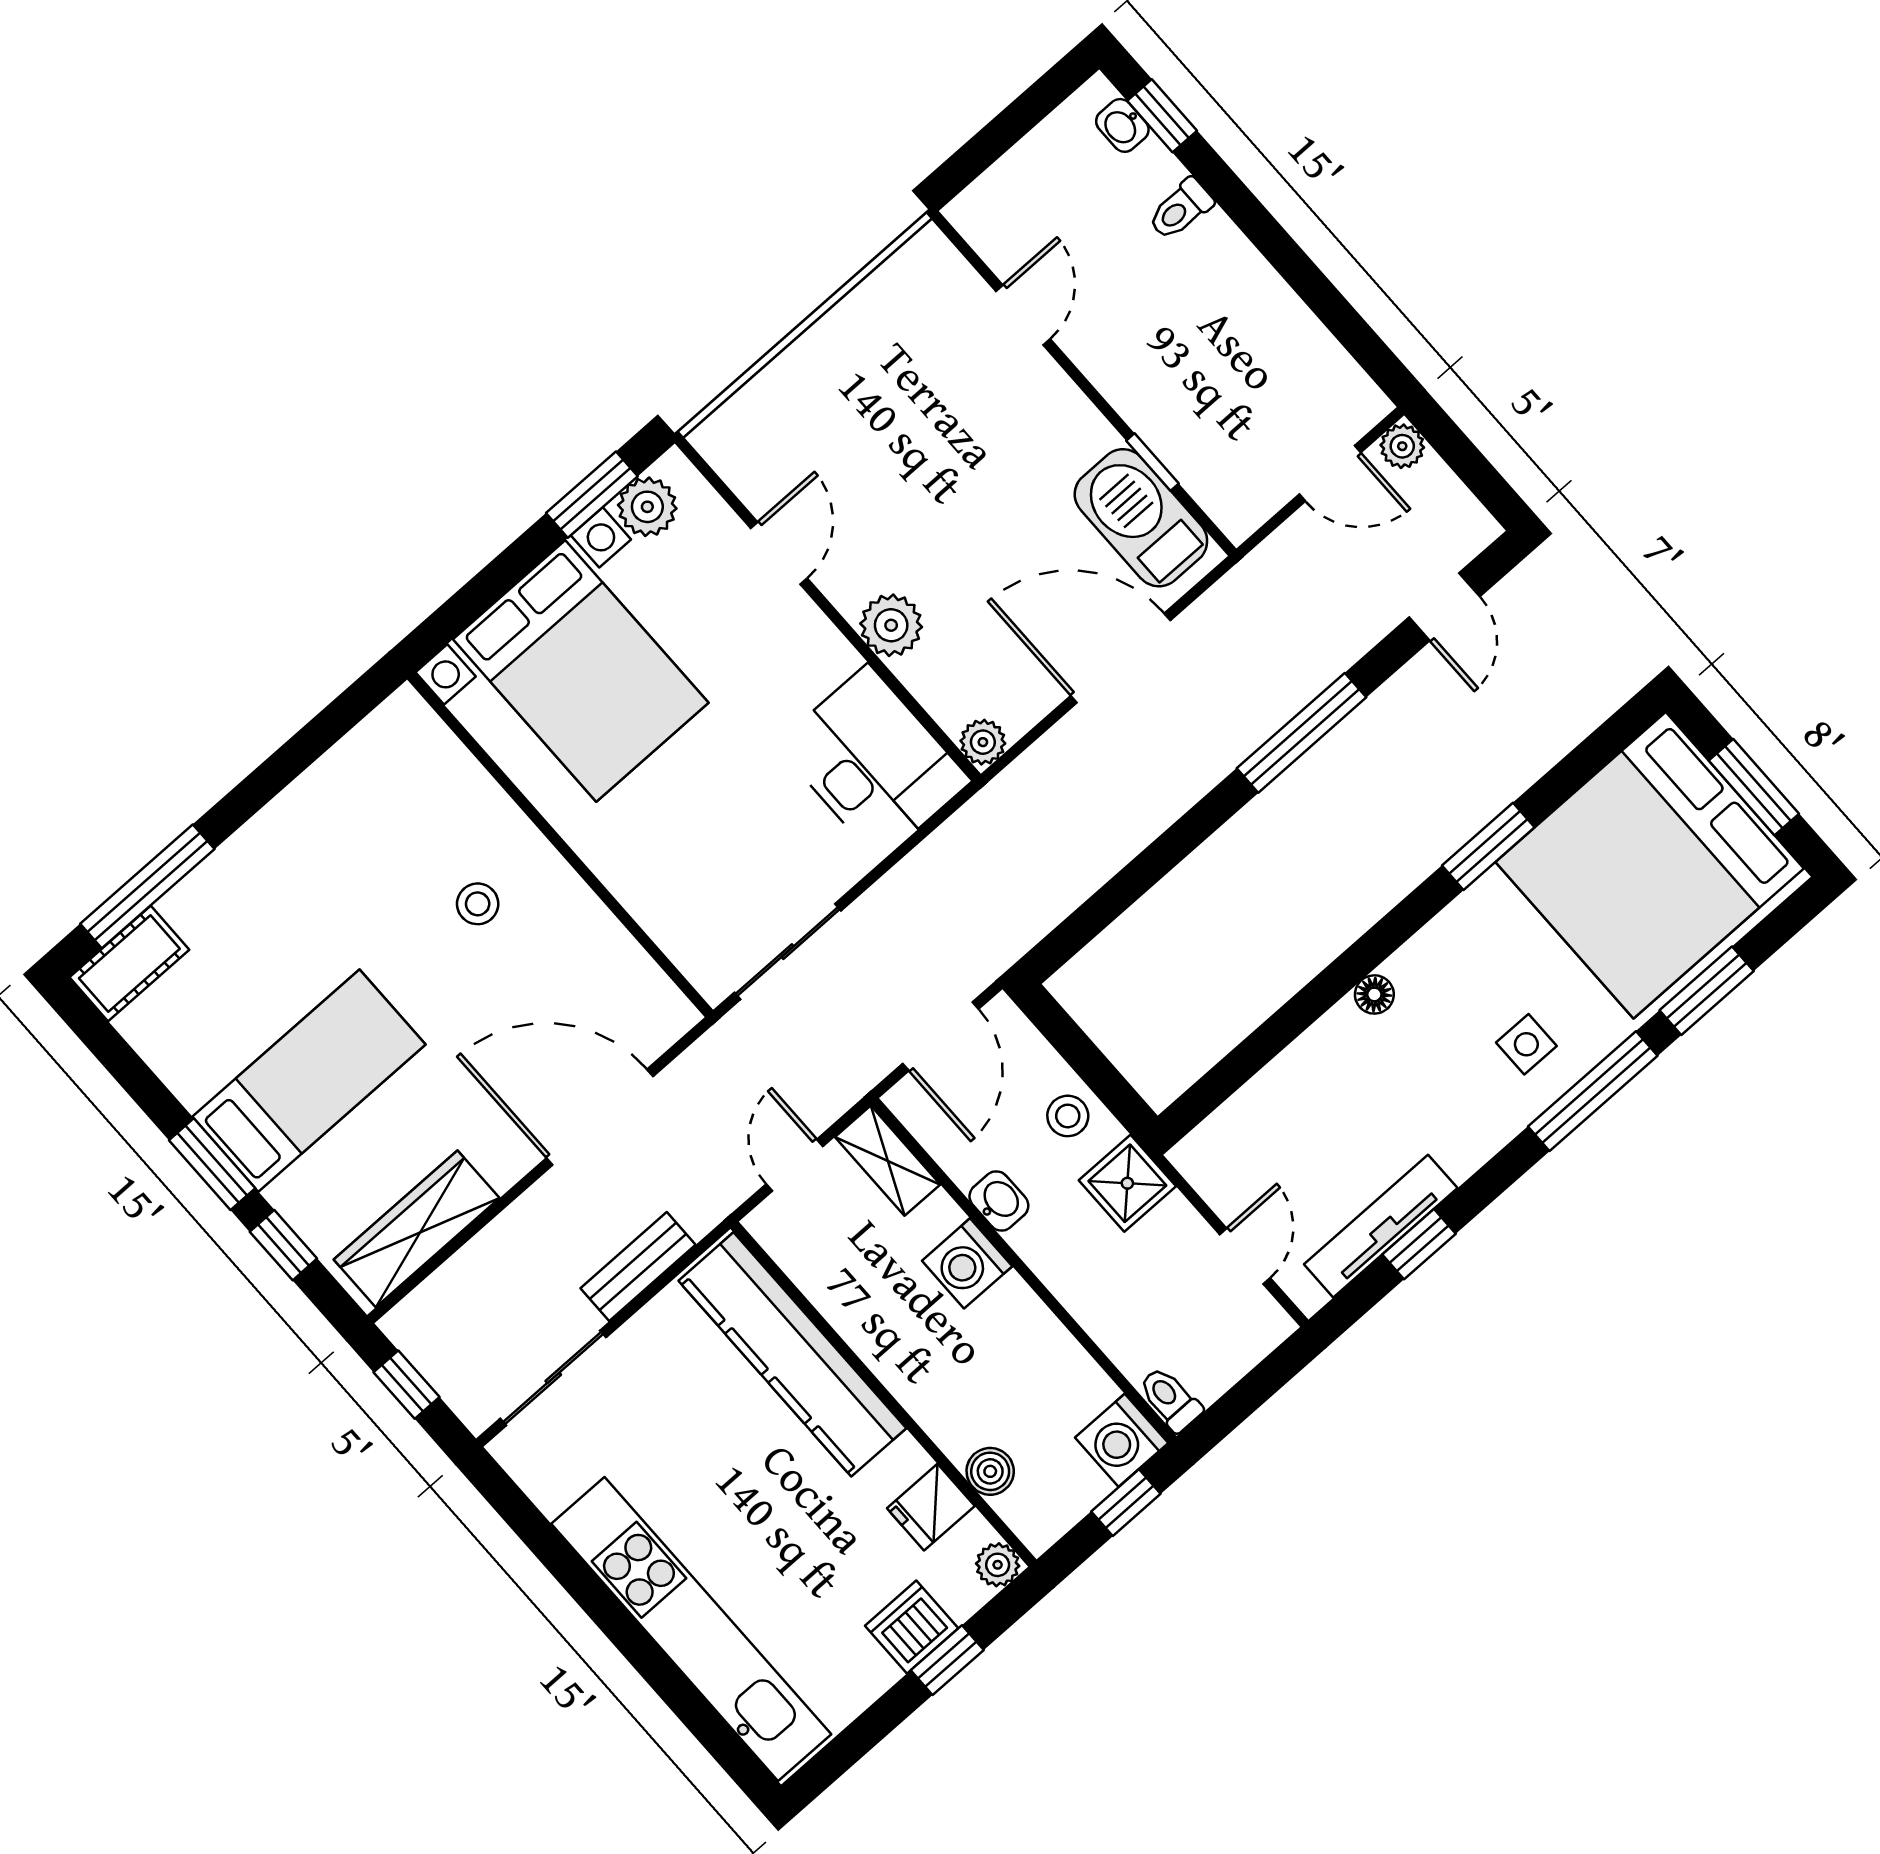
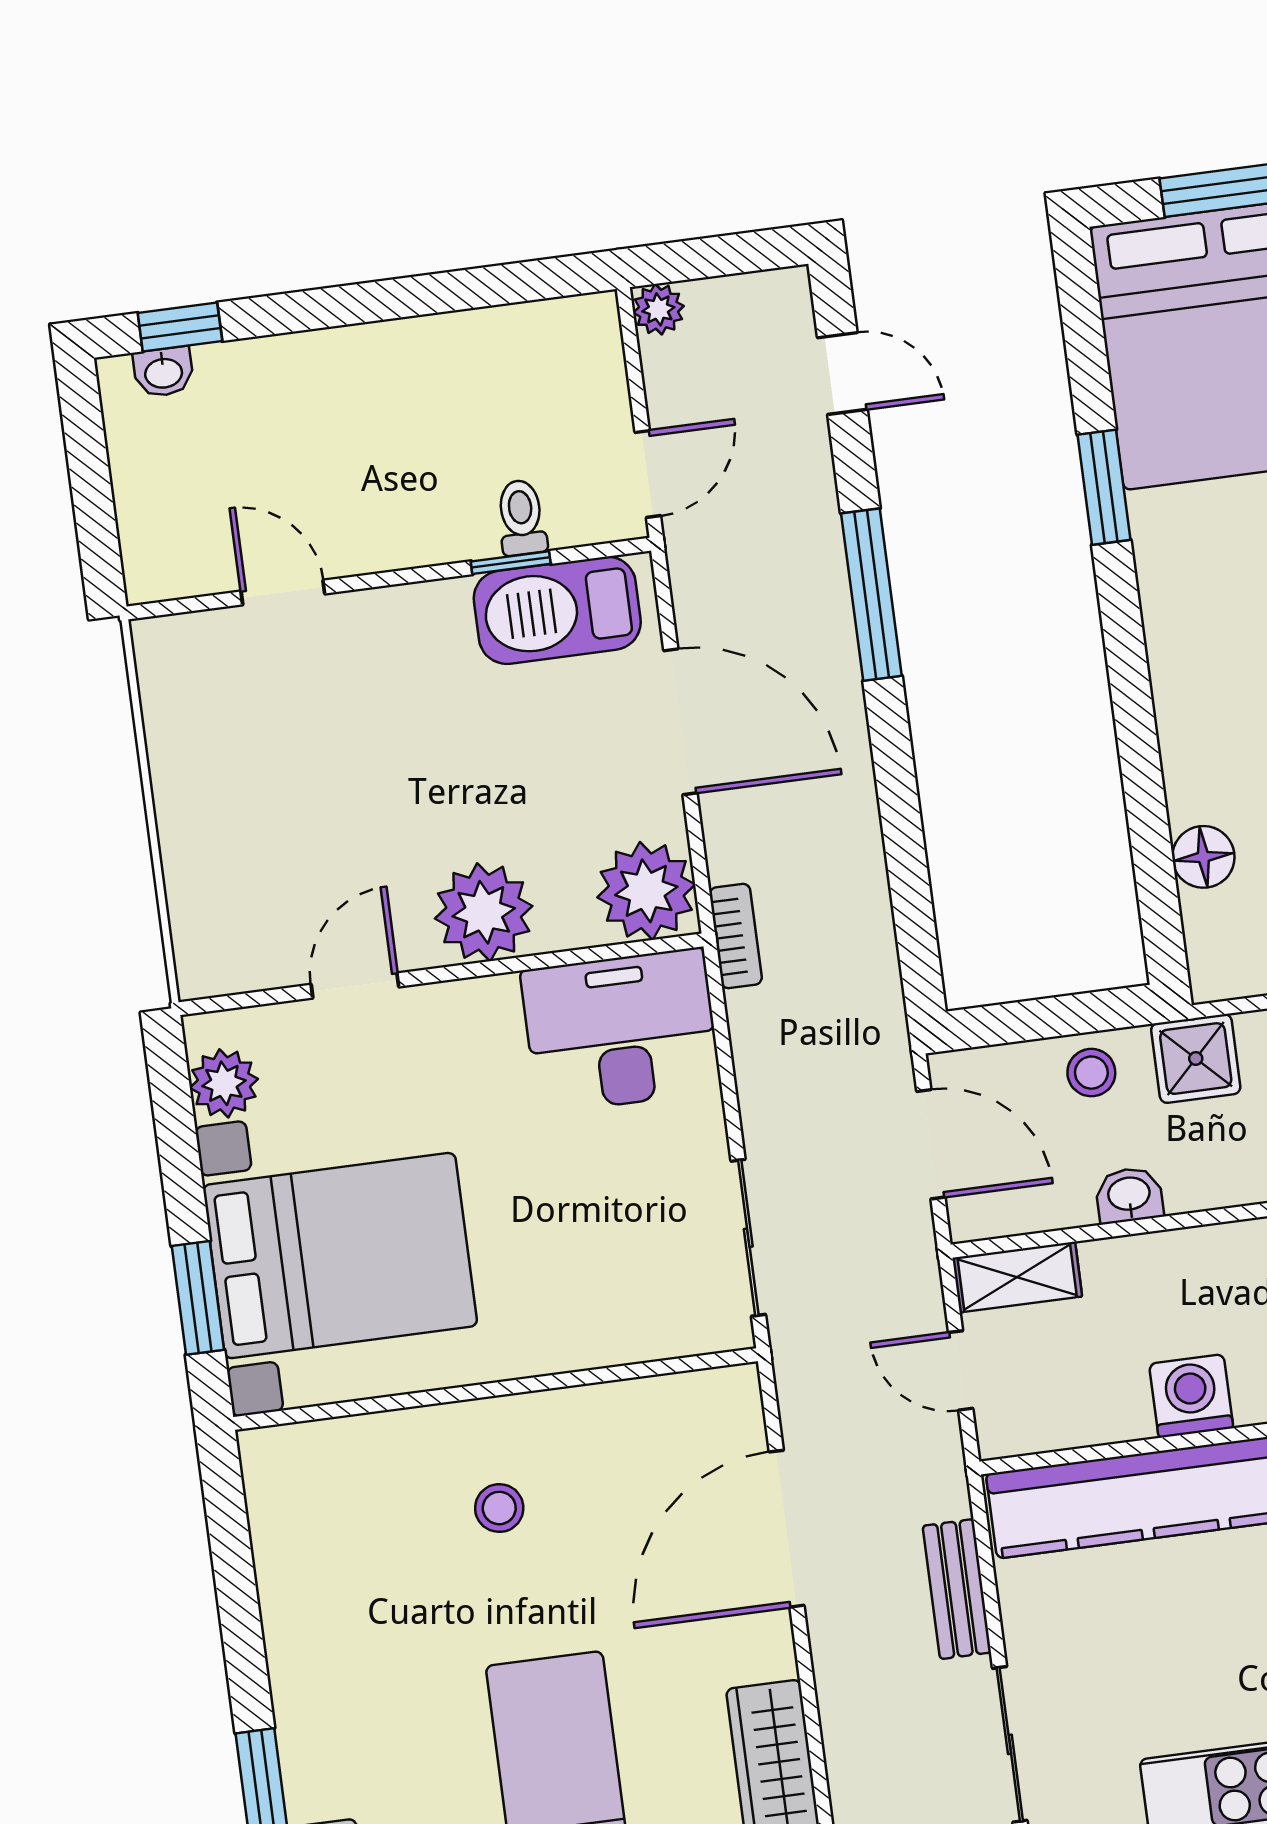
toilet: (1181, 209) -> (521, 517), moved, turned 180
door: (1330, 473) -> (648, 474), moved
window: (592, 495) -> (198, 1298), moved
door: (779, 553) -> (355, 986), hinge flipped
plant: (891, 625) -> (484, 912), width x1.36, depth x1.36
door: (1121, 658) -> (680, 722), swing flipped
plant: (983, 742) -> (646, 891), width x1.87, depth x1.87
bookcase: (995, 799) -> (736, 936), added
floor lamp: (1374, 994) -> (1203, 857), moved, width x1.37, depth x1.37
washing machine: (967, 1263) -> (1191, 1396), moved, turned 180

